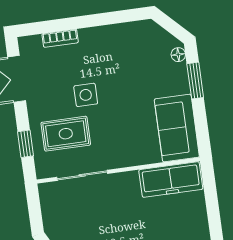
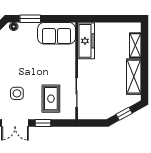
side table: (86, 95) -> (17, 93), moved
window: (26, 144) -> (43, 123), moved

